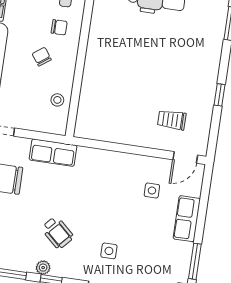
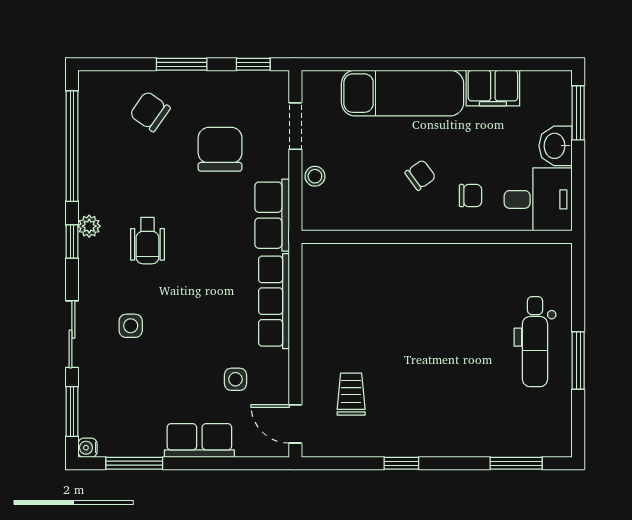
chair: (59, 27) -> (470, 196), turned -90
stool: (57, 100) -> (315, 176), moved
row of seats: (107, 159) -> (274, 301), added
wheelchair: (57, 233) -> (147, 241), turned -42

